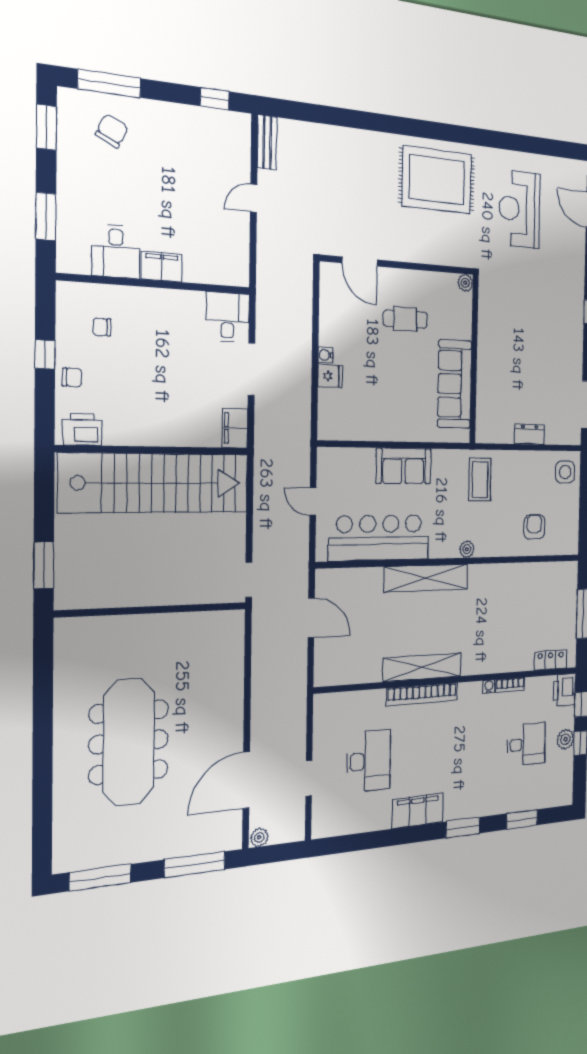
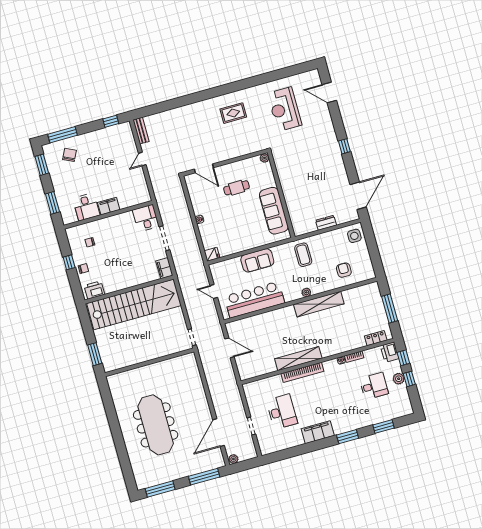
rug: (437, 180) -> (233, 113), width x0.54, depth x0.49
fridge: (330, 376) -> (212, 254), moved
shelving: (426, 578) -> (319, 304), moved

